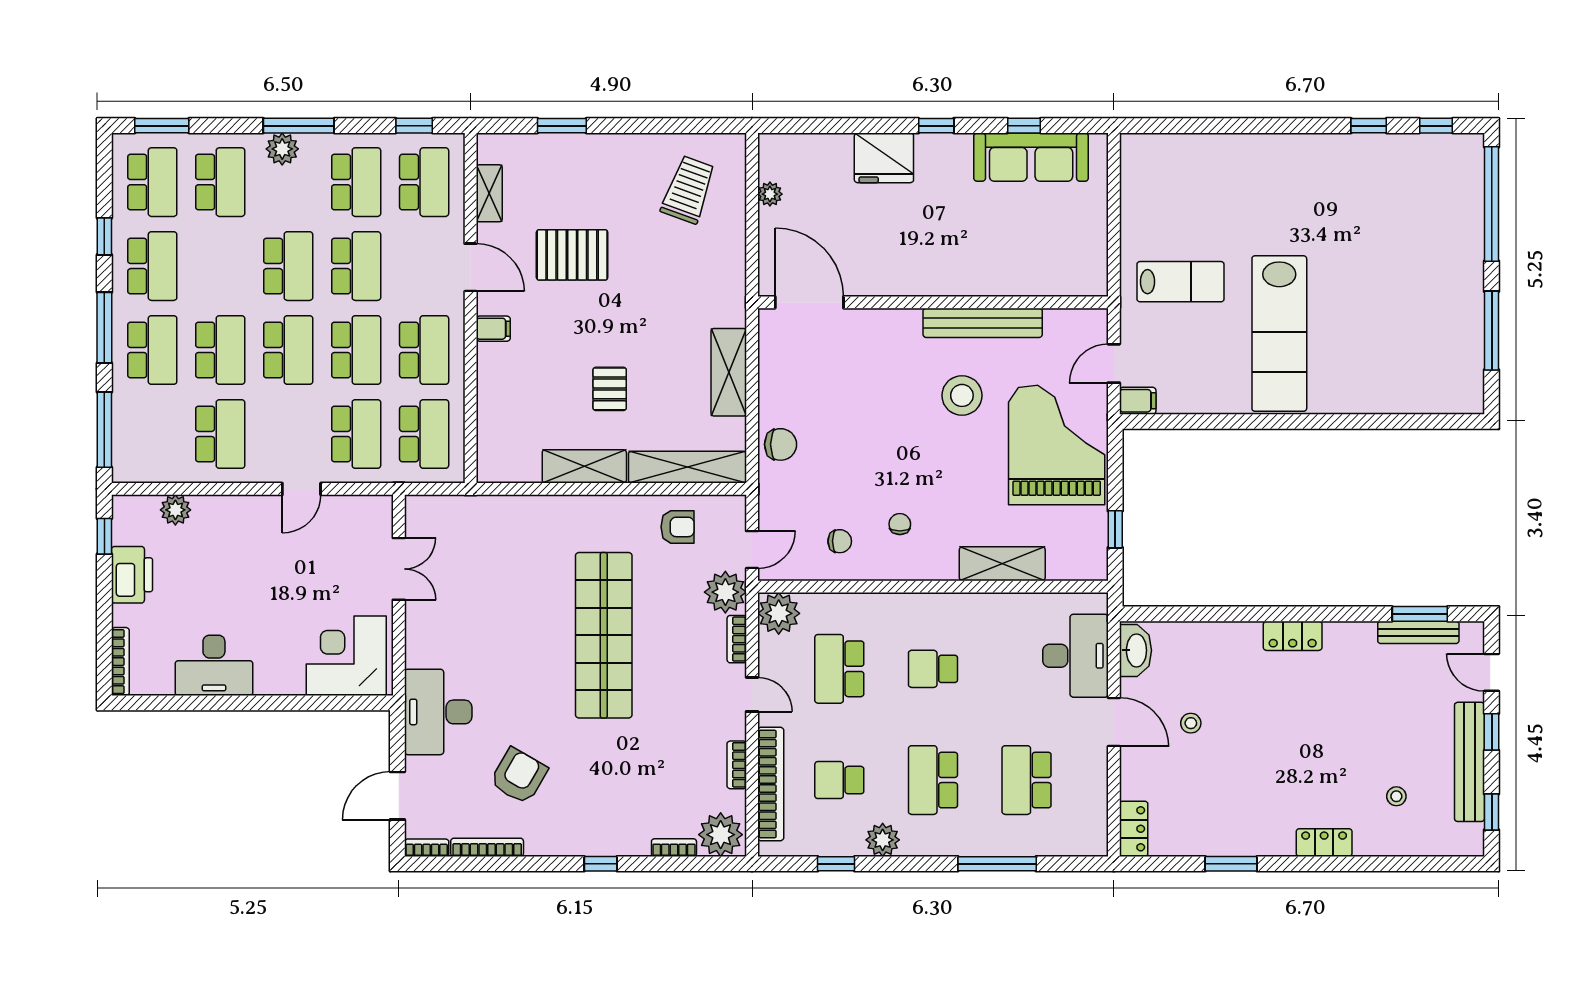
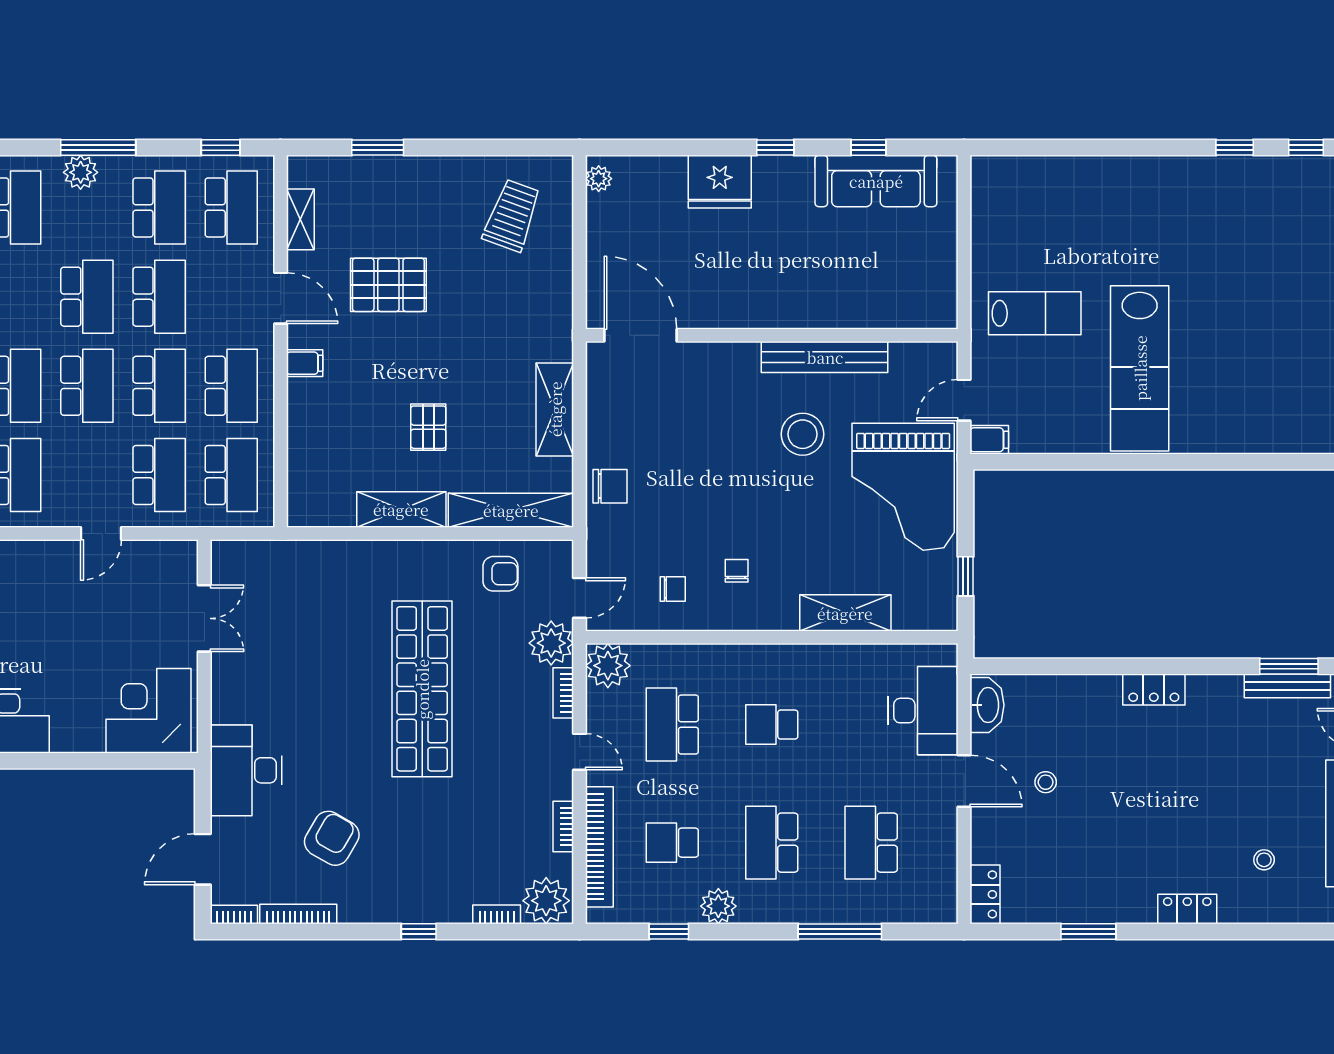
plant: (770, 194) -> (599, 179), moved
grand piano: (1057, 445) -> (903, 487), turned 180

